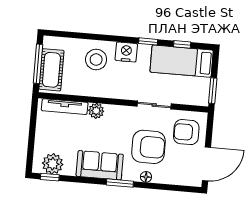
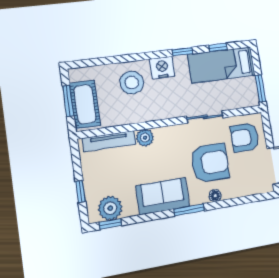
window: (38, 64) -> (68, 101), width x0.69
window: (31, 143) -> (81, 191), added

